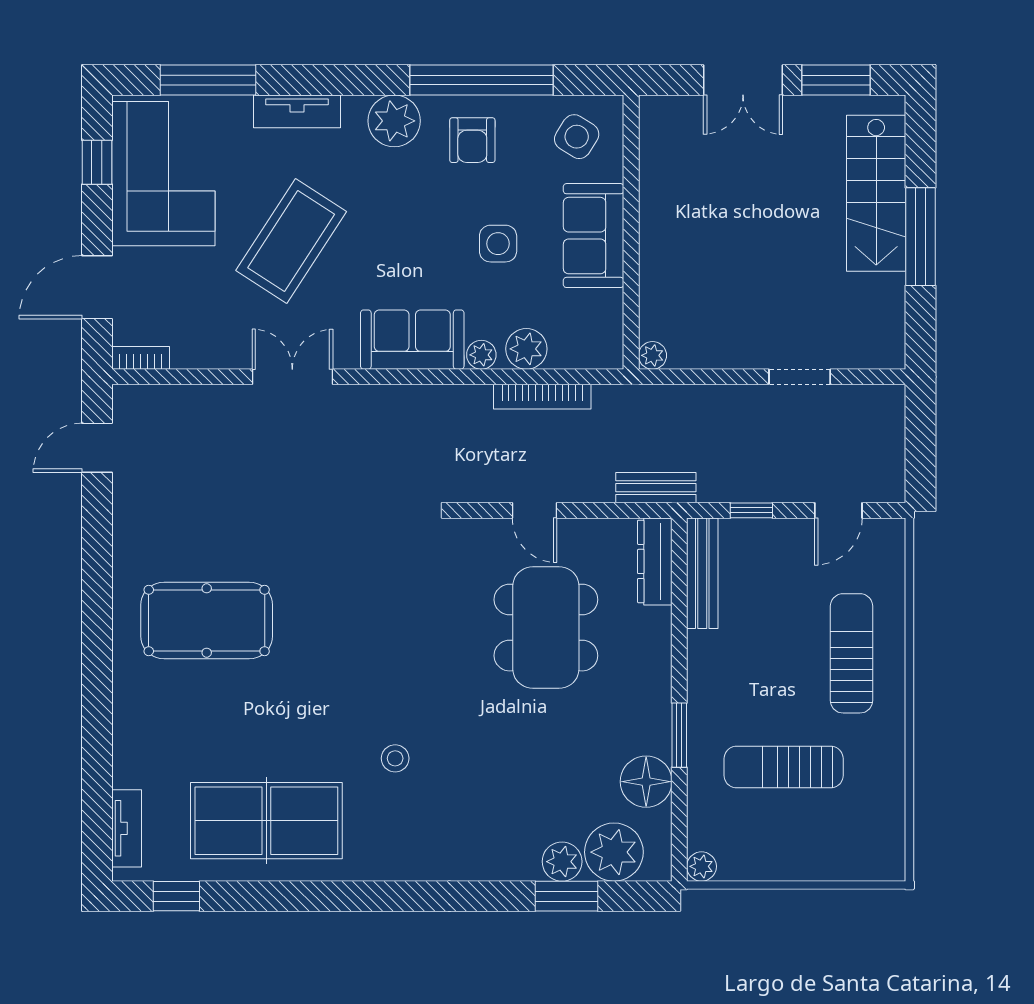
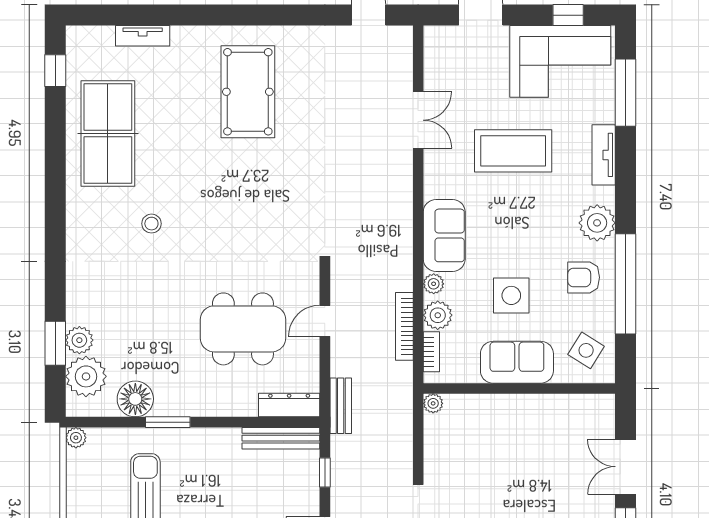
coffee table: (291, 241) -> (513, 151), turned -33
side table: (498, 244) -> (511, 295), width x1.37, depth x1.37
bookcase: (141, 358) -> (431, 352), moved
double door: (292, 377) -> (418, 120), moved
tv unit: (127, 828) -> (143, 36), moved

